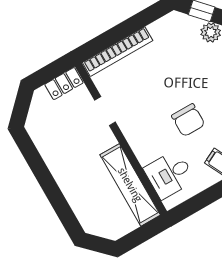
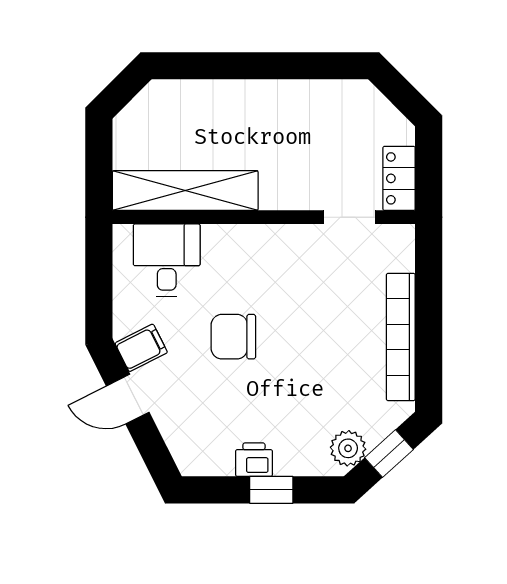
bookcase: (118, 52) -> (401, 337), moved
doorway: (105, 111) -> (349, 217), moved

